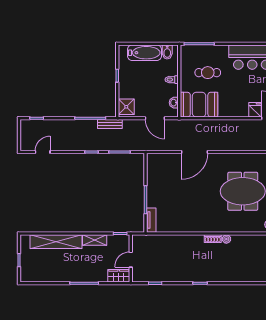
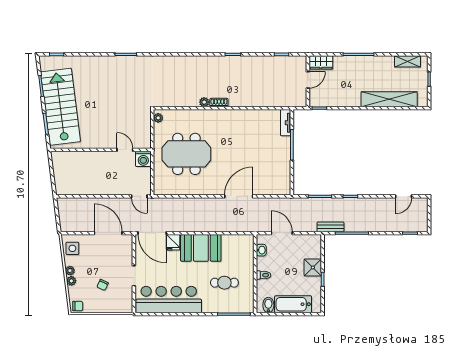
booth: (199, 105) -> (201, 248), moved
shower: (126, 107) -> (313, 267), moved
shelving: (95, 240) -> (407, 61), moved

